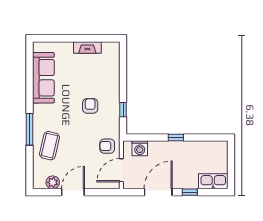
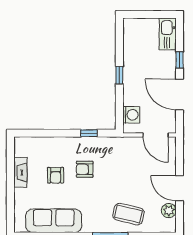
armchair: (107, 146) -> (56, 175), moved

